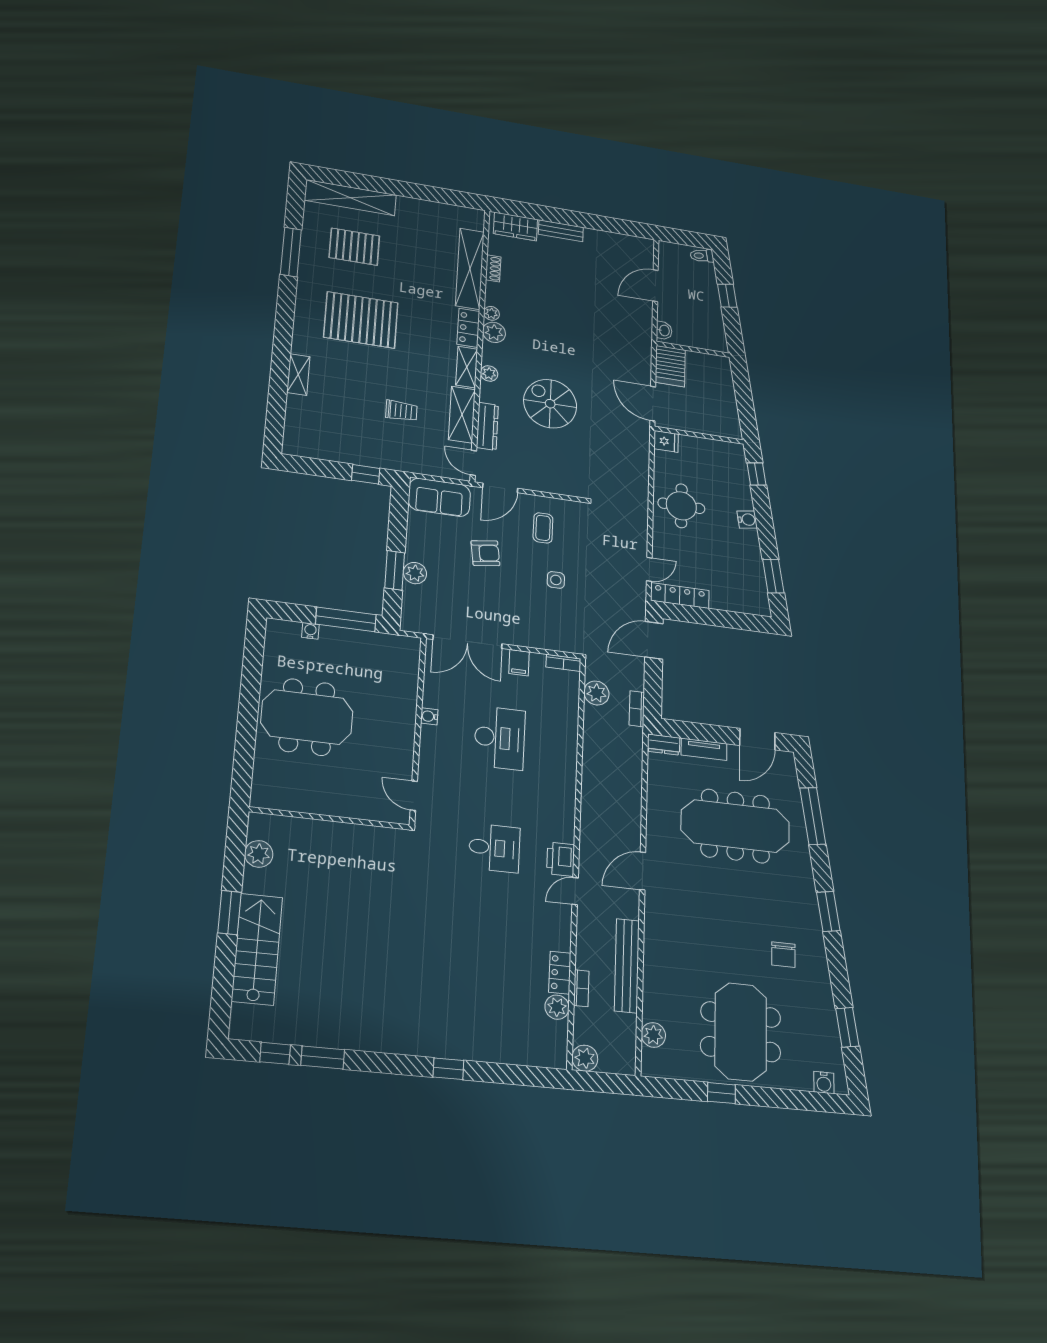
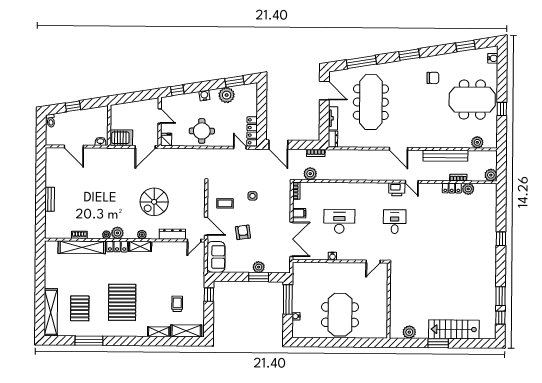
wardrobe: (515, 226) -> (52, 224), removed
trolley: (401, 411) -> (177, 304), moved
shelving: (462, 415) -> (186, 331), moved
door: (710, 437) -> (160, 116), added
plant: (748, 559) -> (227, 95), added

